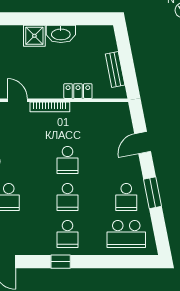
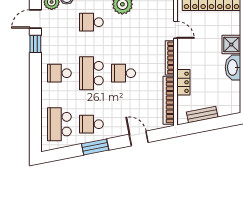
door: (17, 100) -> (175, 30), hinge flipped
bookcase: (99, 108) -> (169, 100), added
school desk: (67, 197) -> (91, 73), width x1.85
window: (61, 262) -> (35, 44), moved

